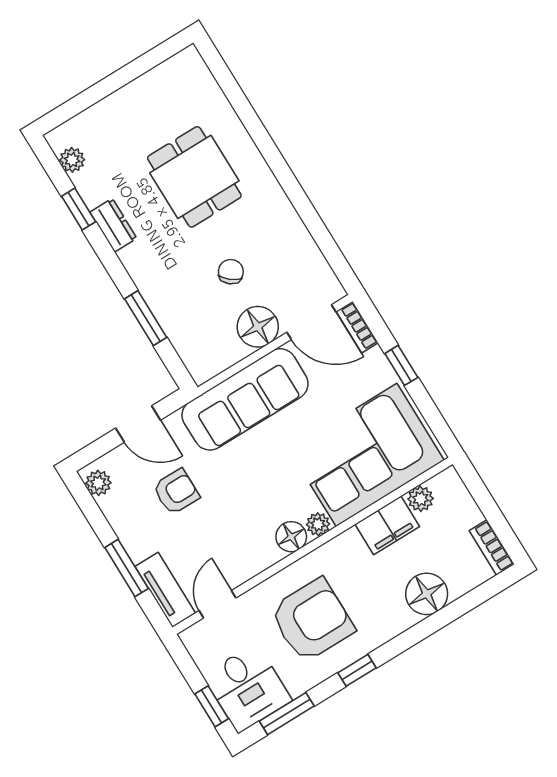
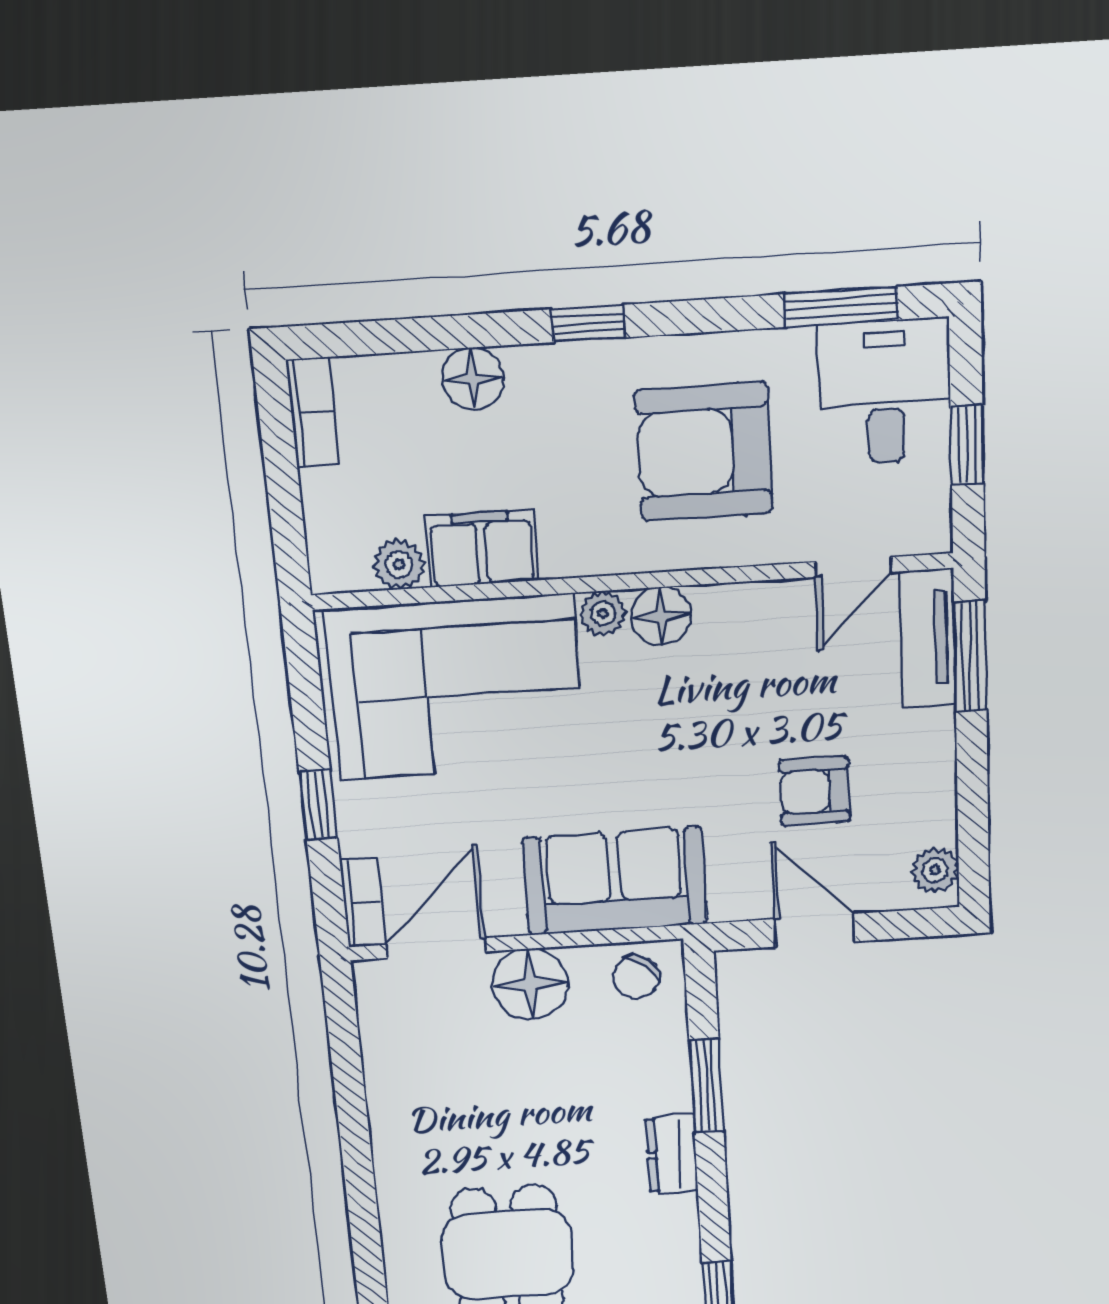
dresser: (113, 225) -> (672, 1154), moved
chair: (231, 272) -> (636, 977), moved
door: (311, 322) -> (436, 948), hinge flipped
sofa: (245, 399) -> (615, 881), width x0.73
window: (127, 568) -> (970, 656), moved
floor lamp: (427, 594) -> (473, 379), width x0.73, depth x0.73
window: (357, 670) -> (588, 323), moved
window: (212, 706) -> (967, 445), moved

